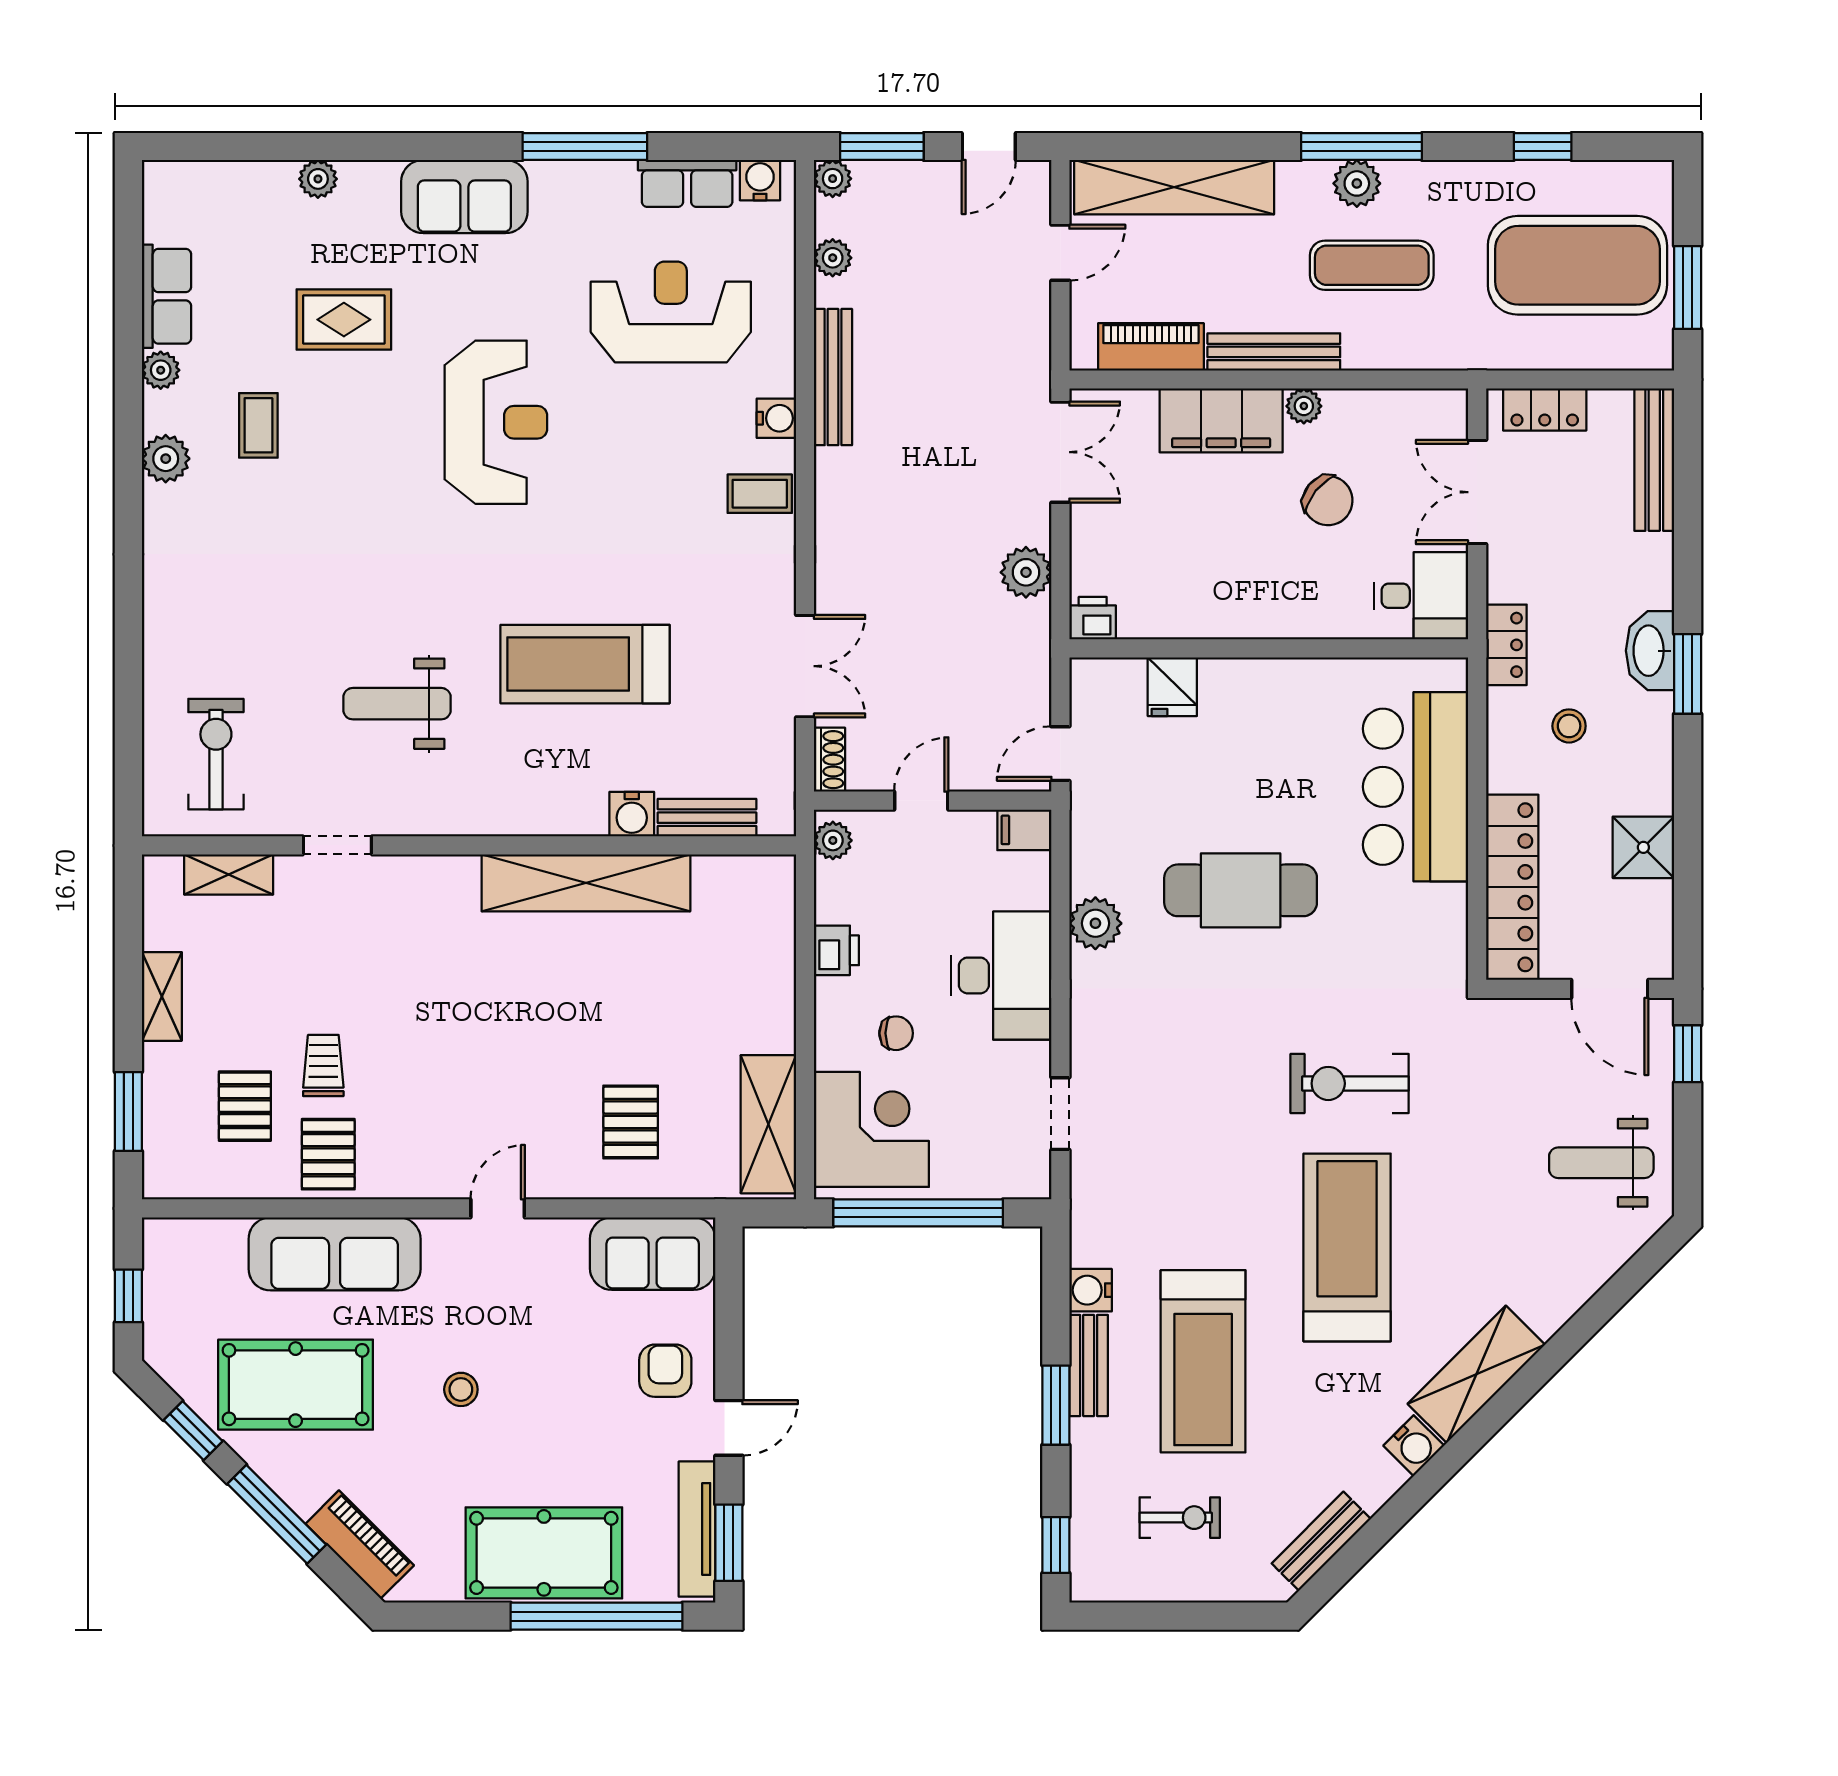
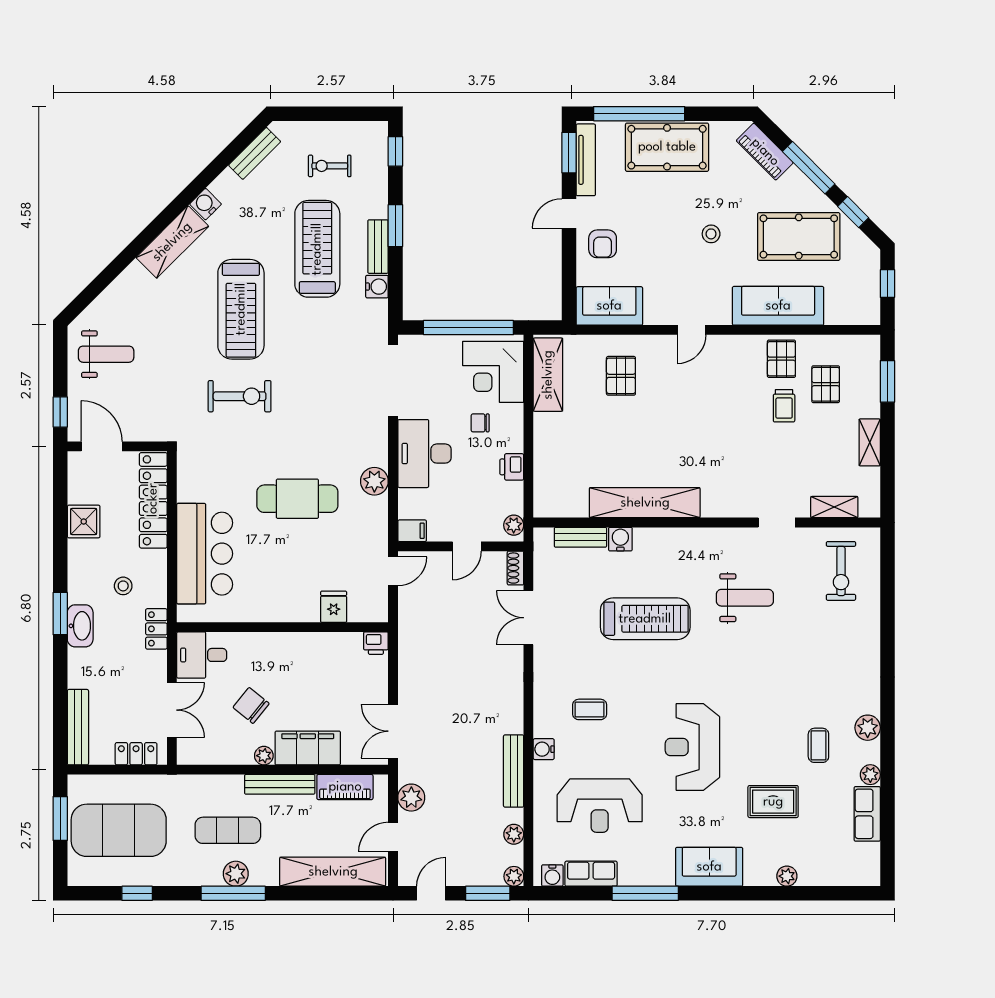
coffee table: (760, 494) -> (590, 709), moved
plant: (1026, 572) -> (411, 798), moved
doorway: (1060, 1114) -> (393, 380), width x1.88

